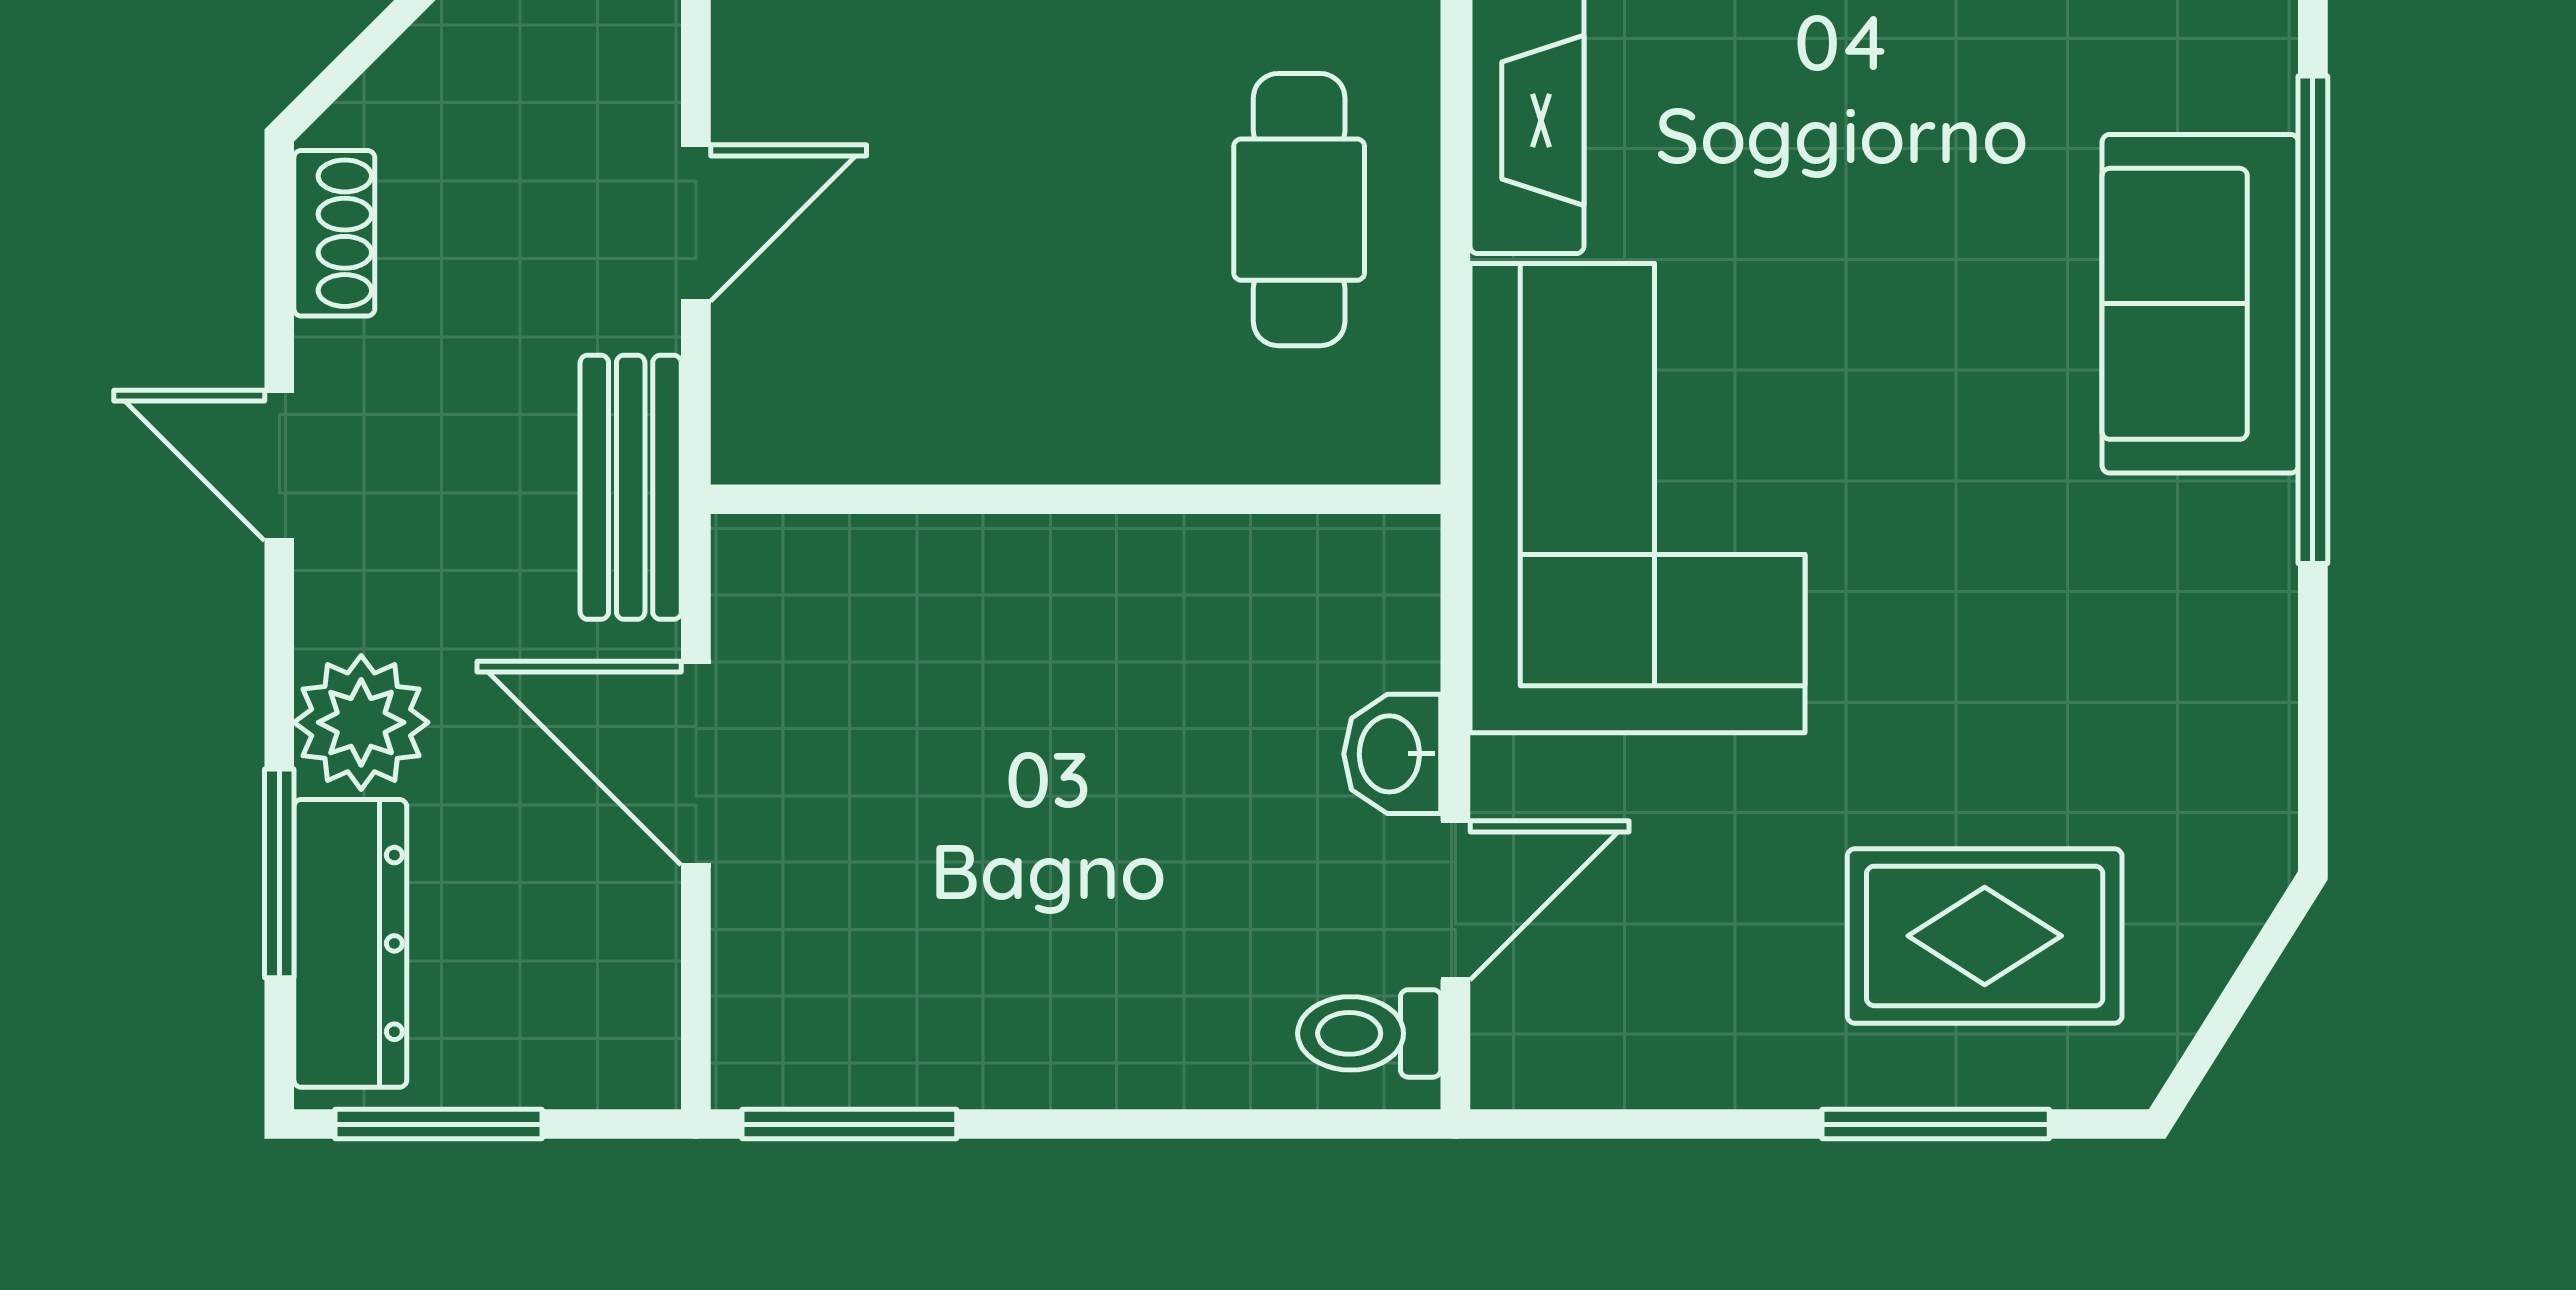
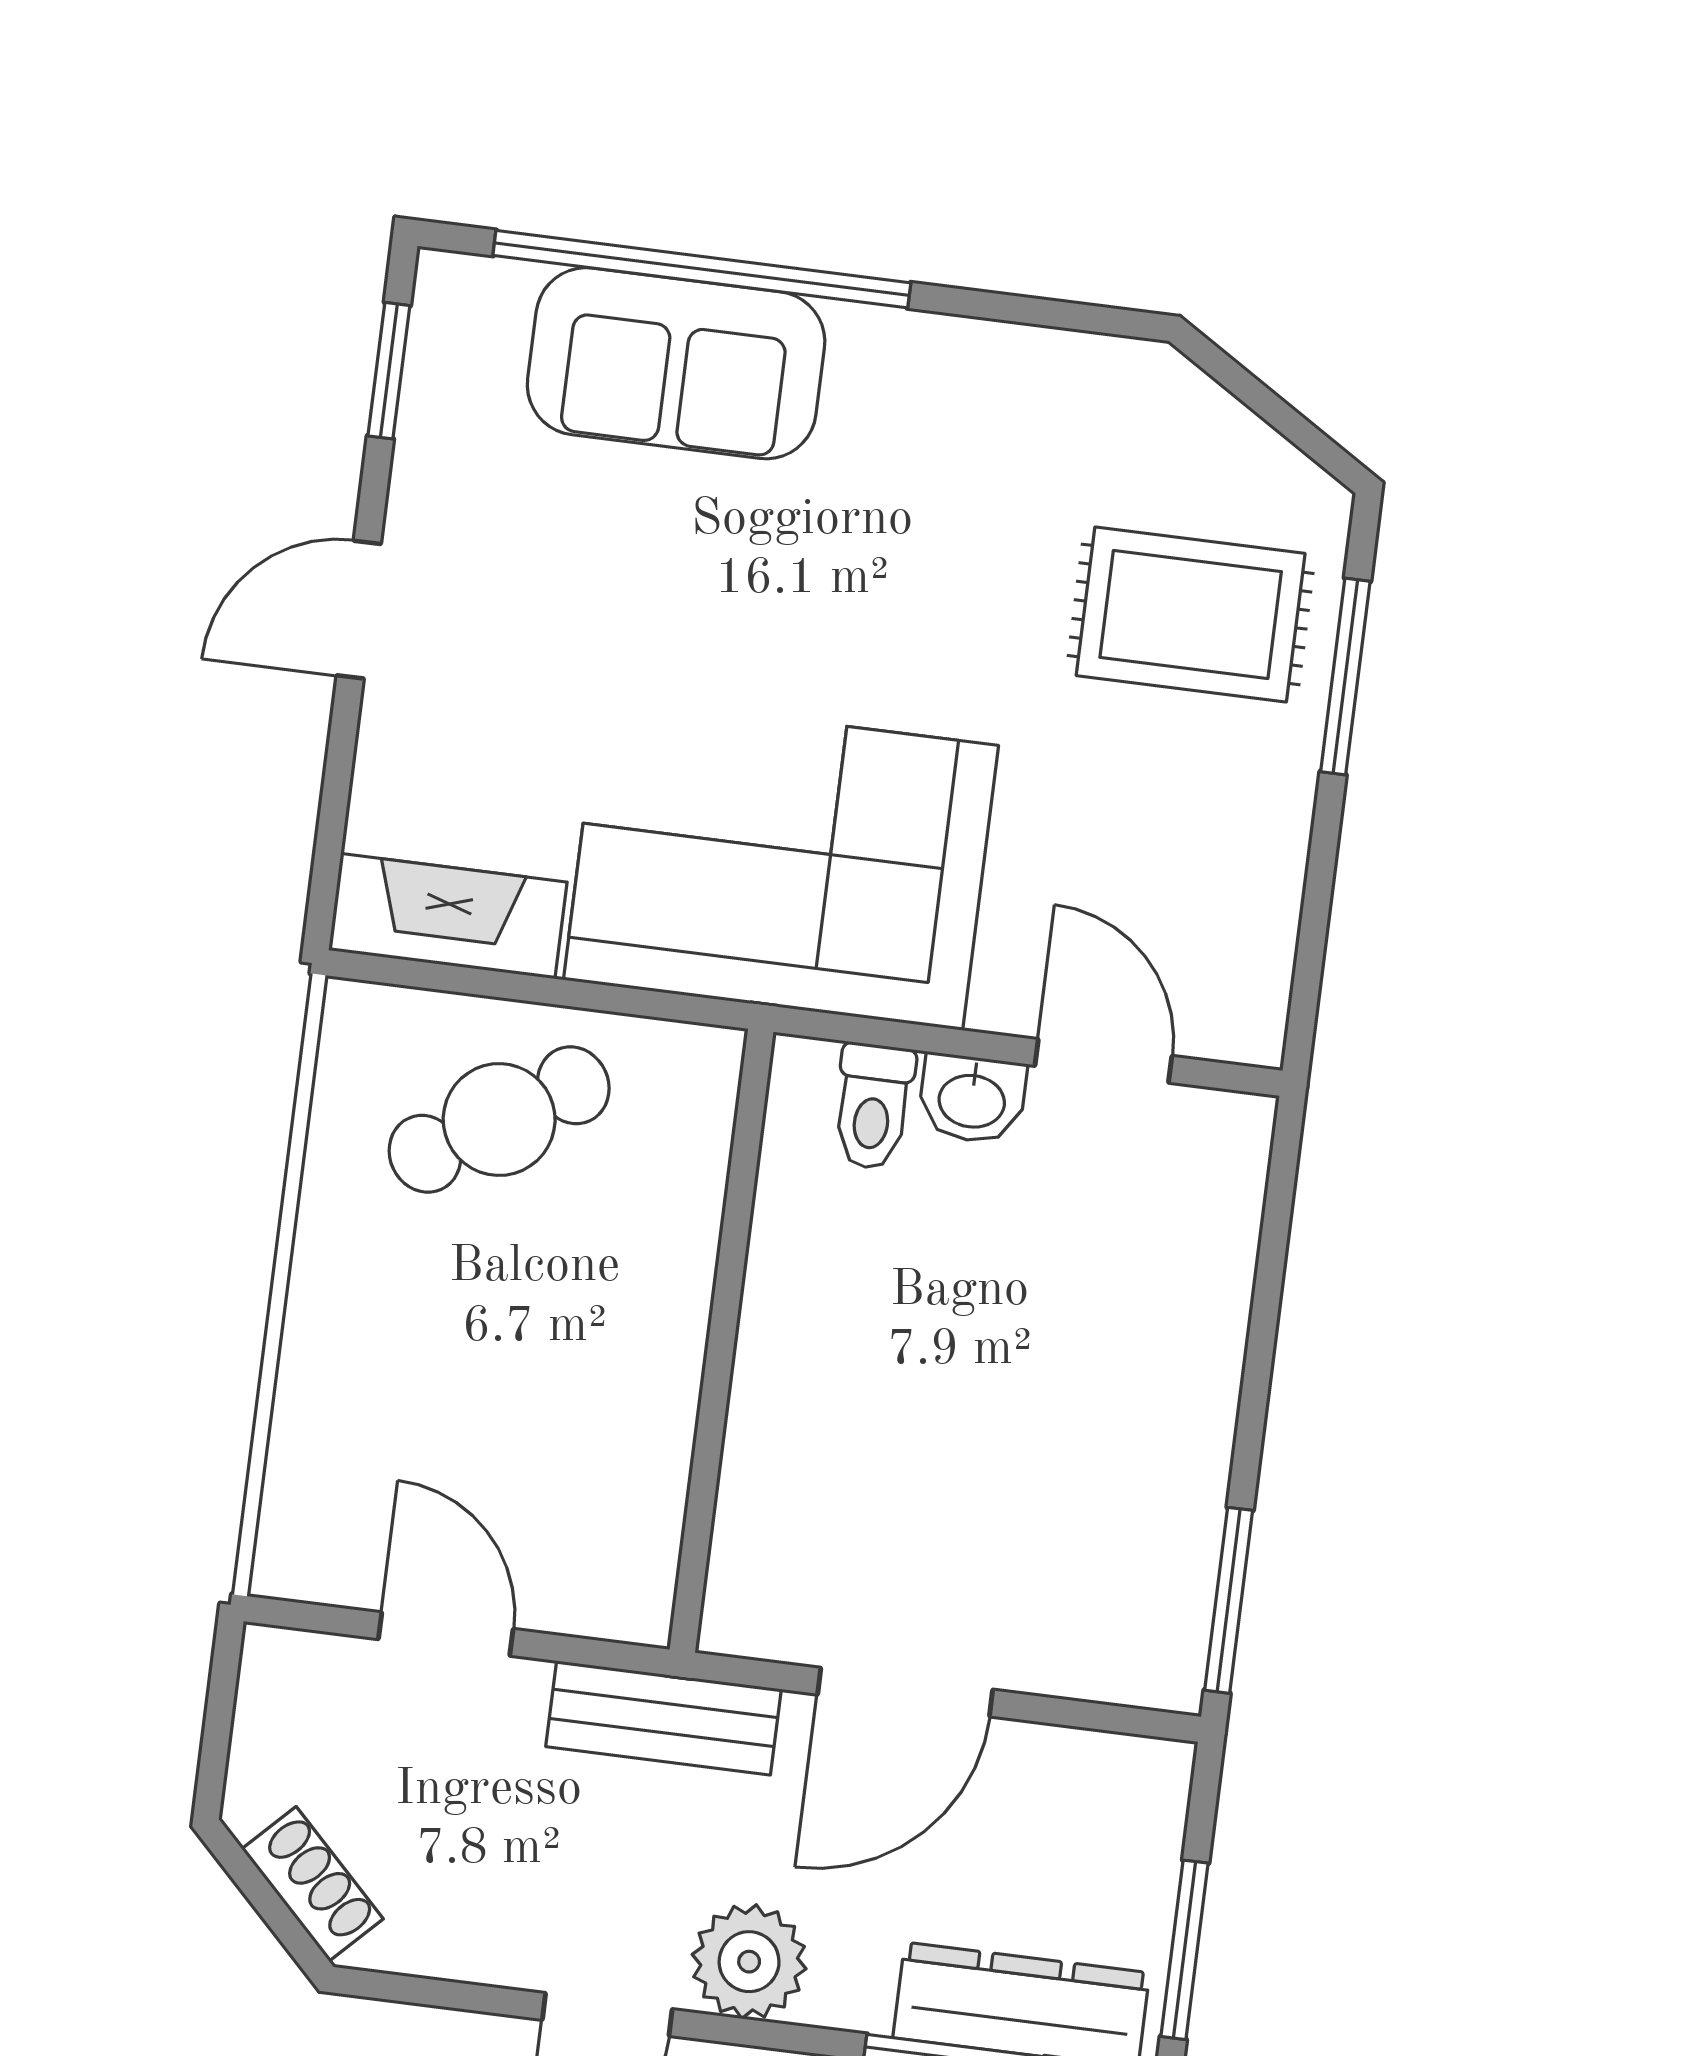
cafe table: (1299, 210) -> (499, 1120), turned -32
shoe rack: (334, 233) -> (313, 1884), moved, turned 45
plant: (361, 722) -> (749, 1962), moved
rug: (1985, 936) -> (1191, 614), turned 90
toilet: (1369, 1033) -> (873, 1106), moved

